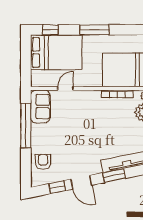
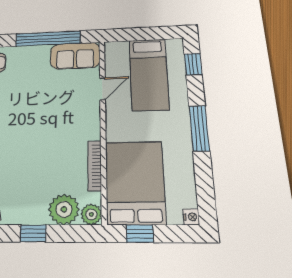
bed: (56, 53) -> (149, 74), width x0.67
door: (65, 88) -> (102, 89), hinge flipped

